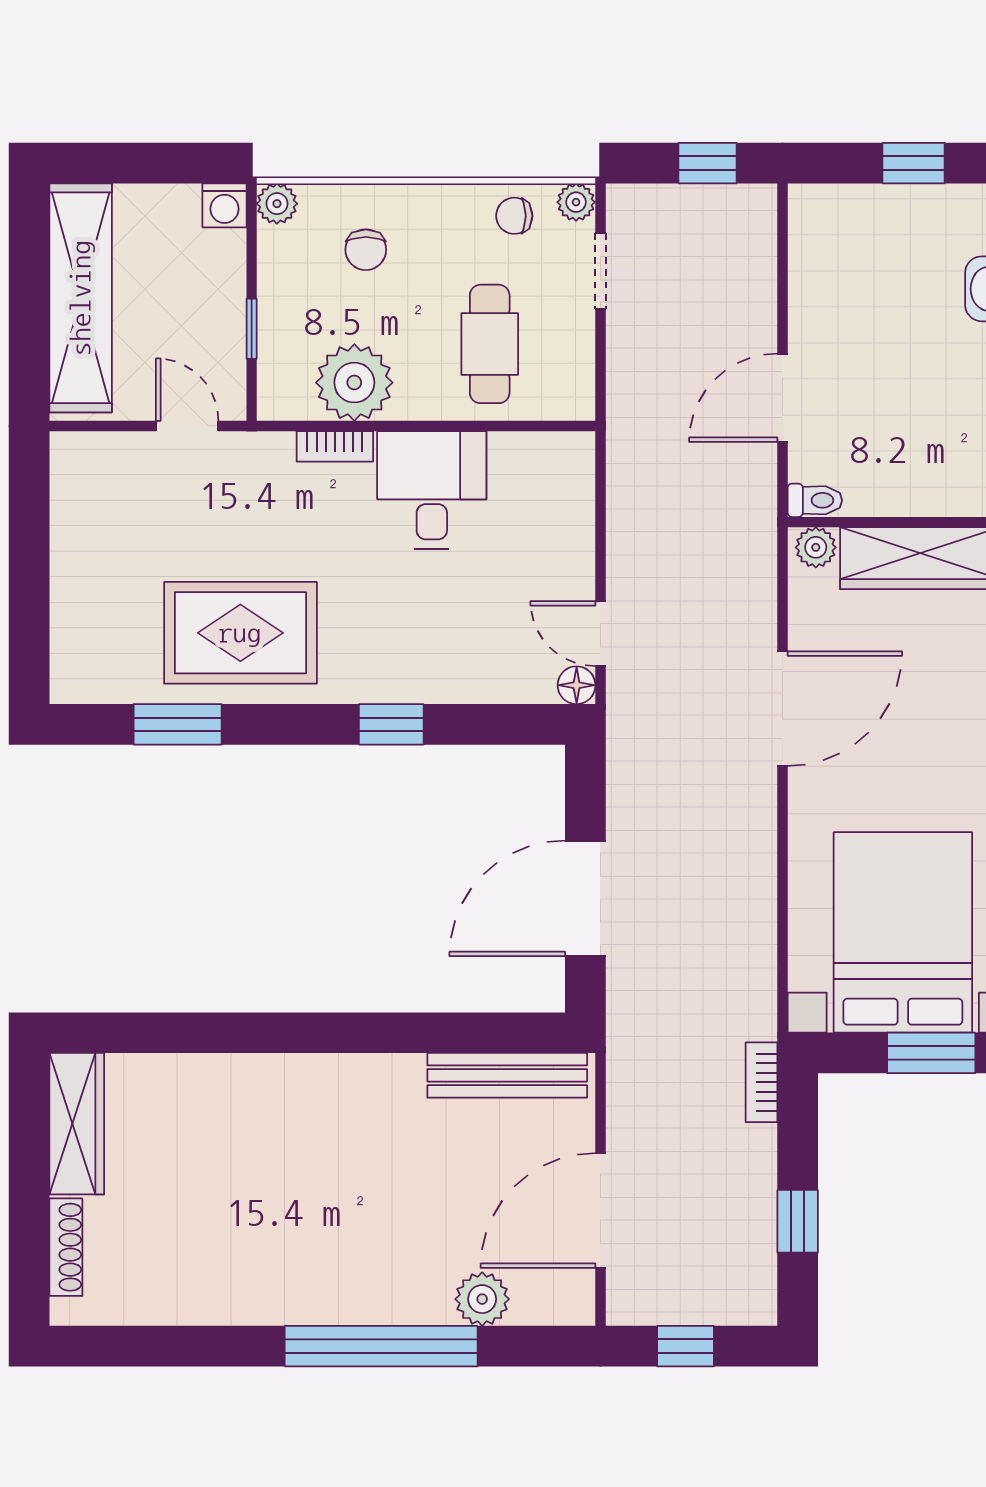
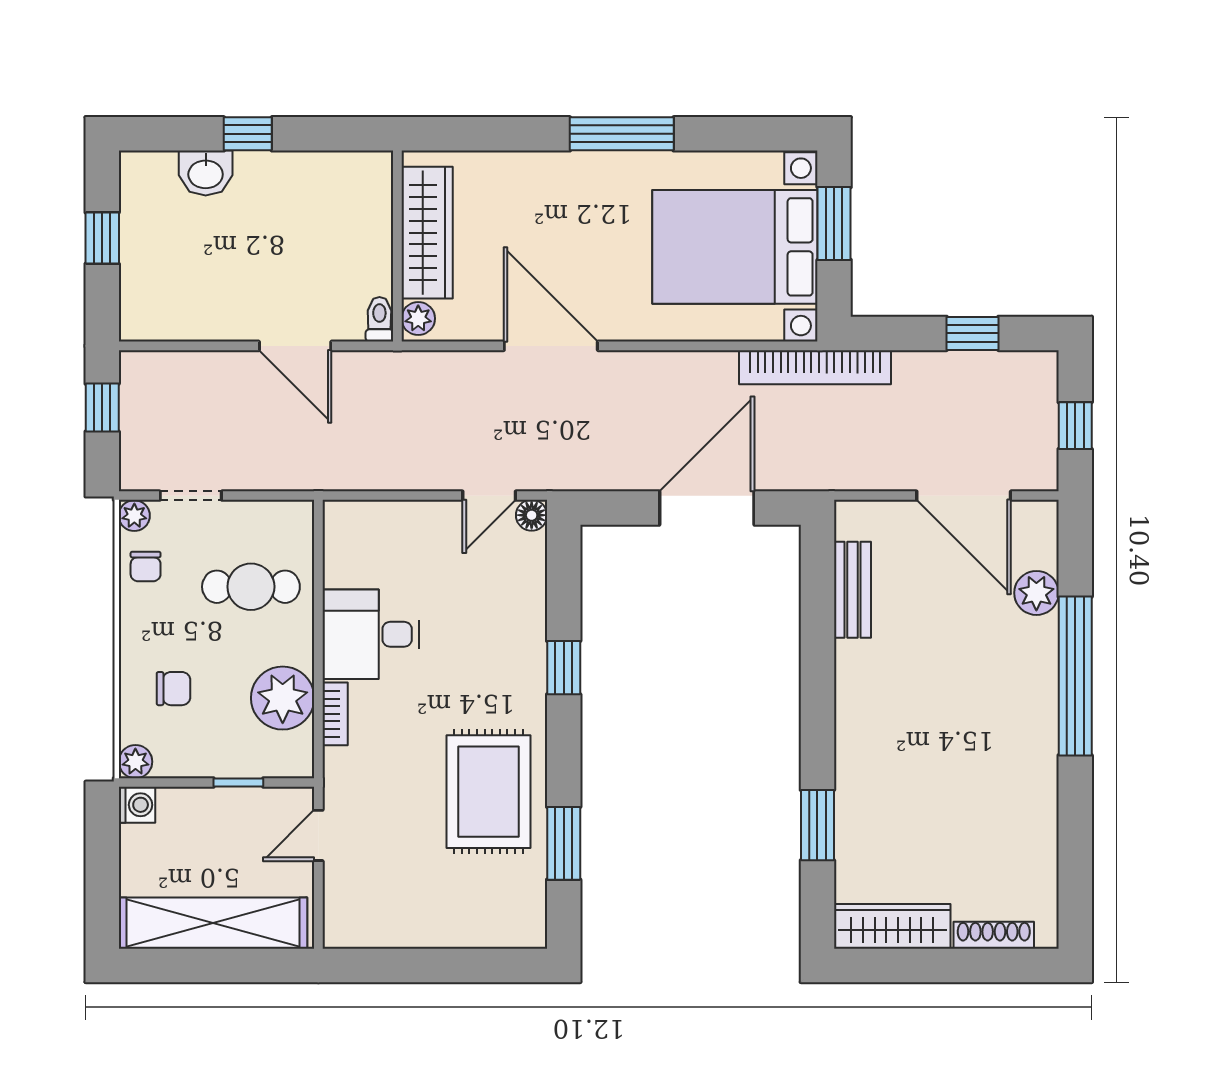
door: (585, 898) -> (707, 508), swing flipped
window: (200, 1033) -> (817, 825), added
bench: (507, 1075) -> (852, 590), width x0.73
bookcase: (761, 1082) -> (815, 367), width x2.31, depth x1.31

